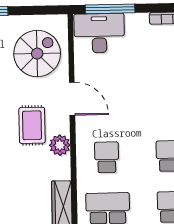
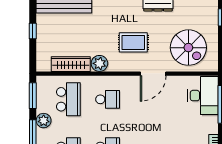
plant: (60, 145) -> (99, 63), moved

